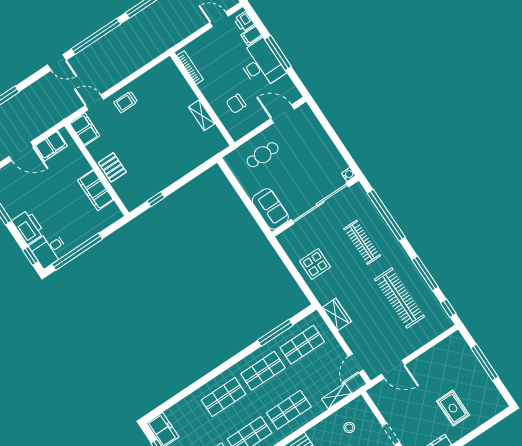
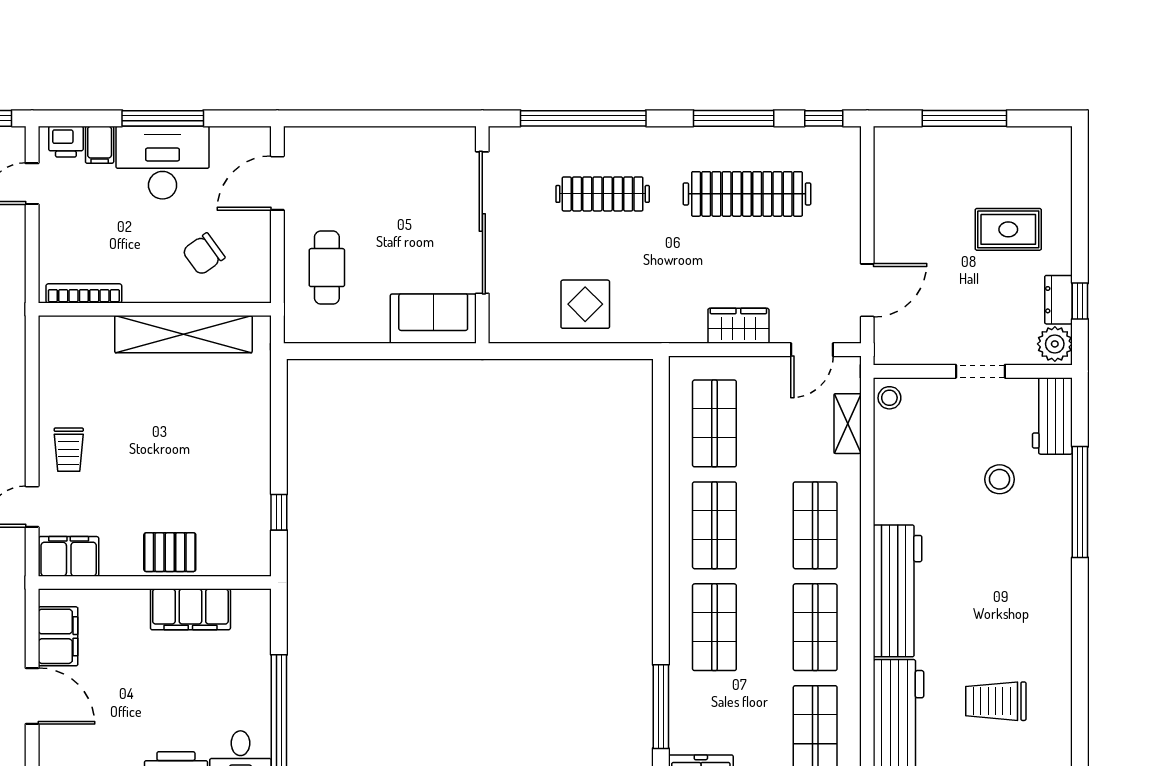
chair: (236, 104) -> (204, 254), turned 54
shelving: (202, 115) -> (183, 334), width x2.20, depth x1.33
door: (21, 151) -> (32, 696), hinge flipped
water cooler: (348, 174) -> (465, 137), removed
wardrobe: (337, 314) -> (738, 326), moved
window: (275, 333) -> (661, 707), moved
door: (356, 363) -> (812, 350), hinge flipped
stool: (349, 427) -> (889, 398), moved

